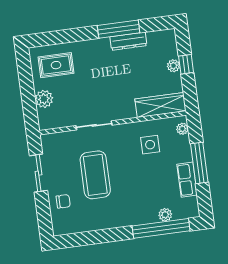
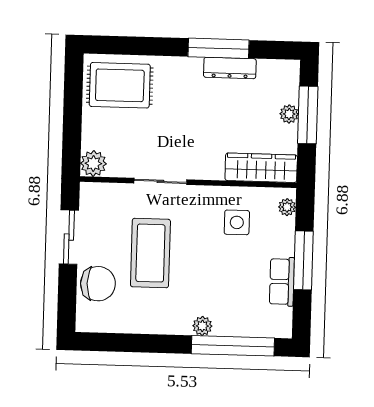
window: (186, 64) -> (308, 115), width x2.17
rug: (56, 65) -> (120, 85), width x1.36, depth x1.43
plant: (44, 99) -> (93, 163), moved
chair: (63, 201) -> (98, 284), width x1.87, depth x1.87
plant: (165, 215) -> (202, 326), moved

